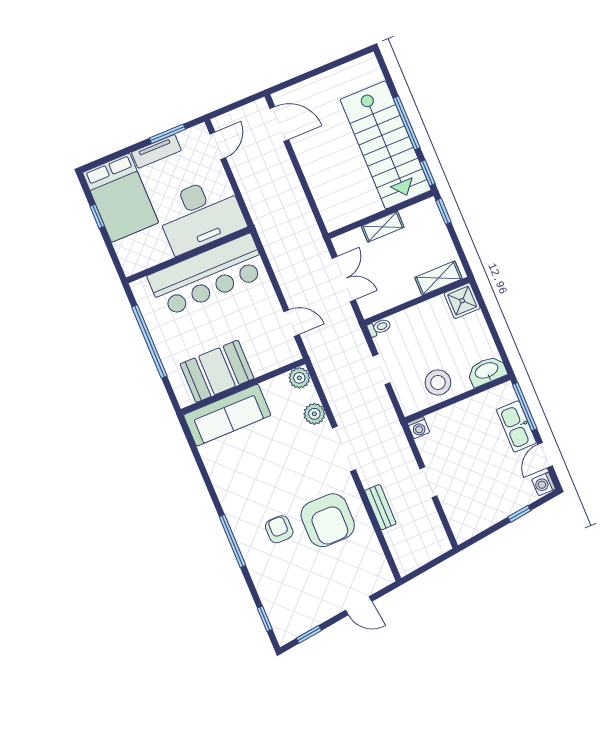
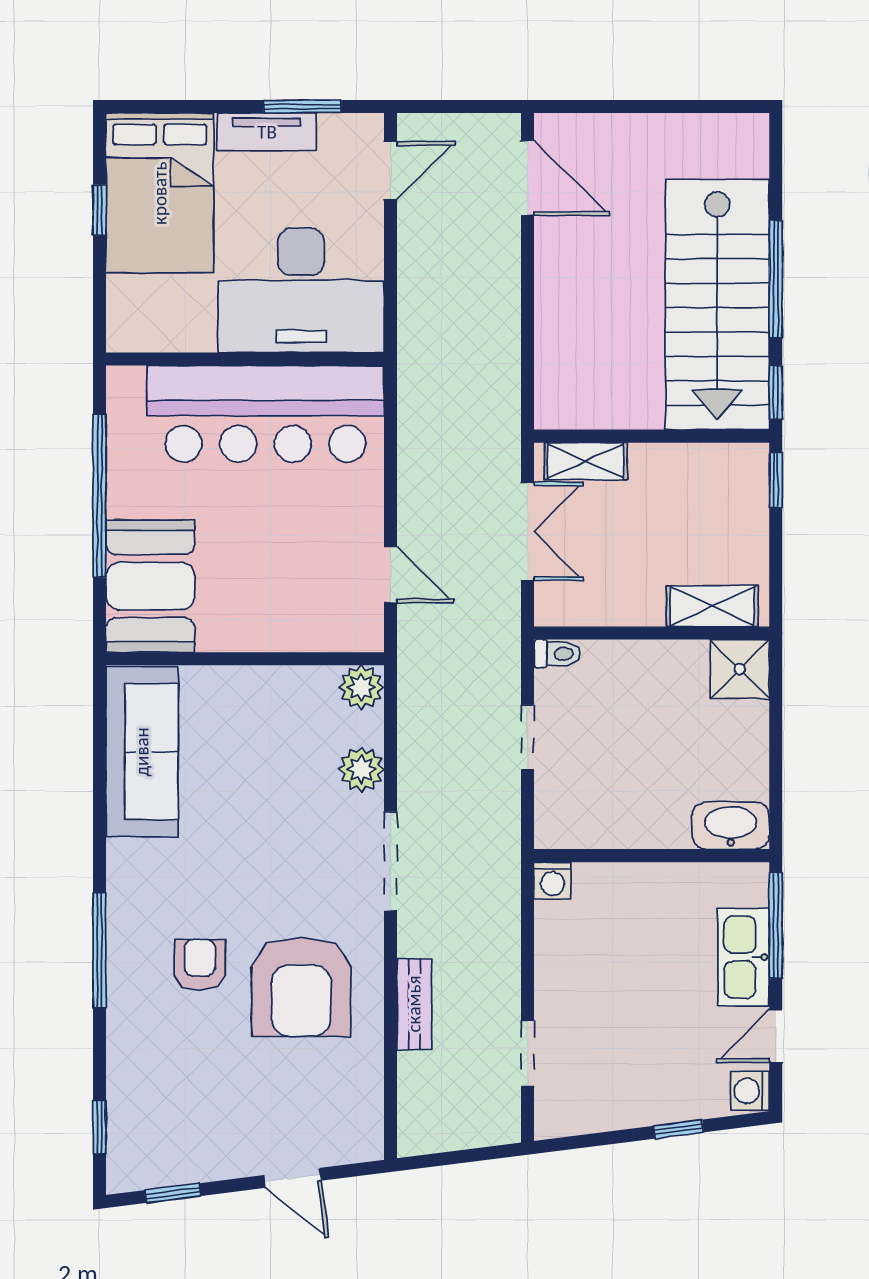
shelving: (383, 227) -> (586, 461), moved
booth: (217, 371) -> (150, 586), moved, turned 90
stool: (438, 382) -> (627, 808), removed
sofa: (227, 415) -> (142, 752), moved, turned -90
doorway: (428, 482) -> (528, 1053), moved

